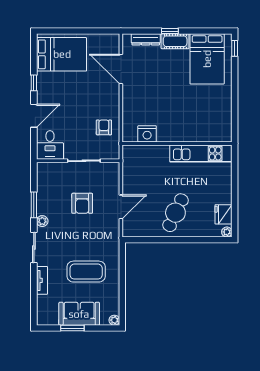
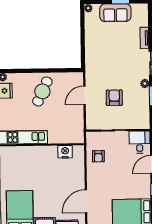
door: (121, 69) -> (86, 201), swing flipped
coffee table: (86, 272) -> (110, 45), removed

